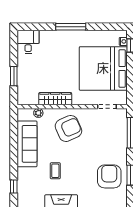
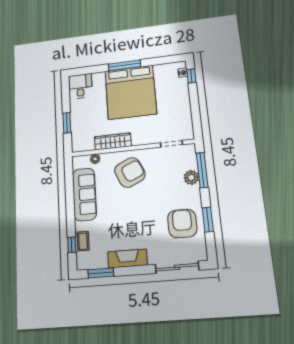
bed: (103, 68) -> (131, 92), moved, turned -90
plant: (121, 138) -> (191, 178), added
coffee table: (55, 171) -> (83, 241), moved

